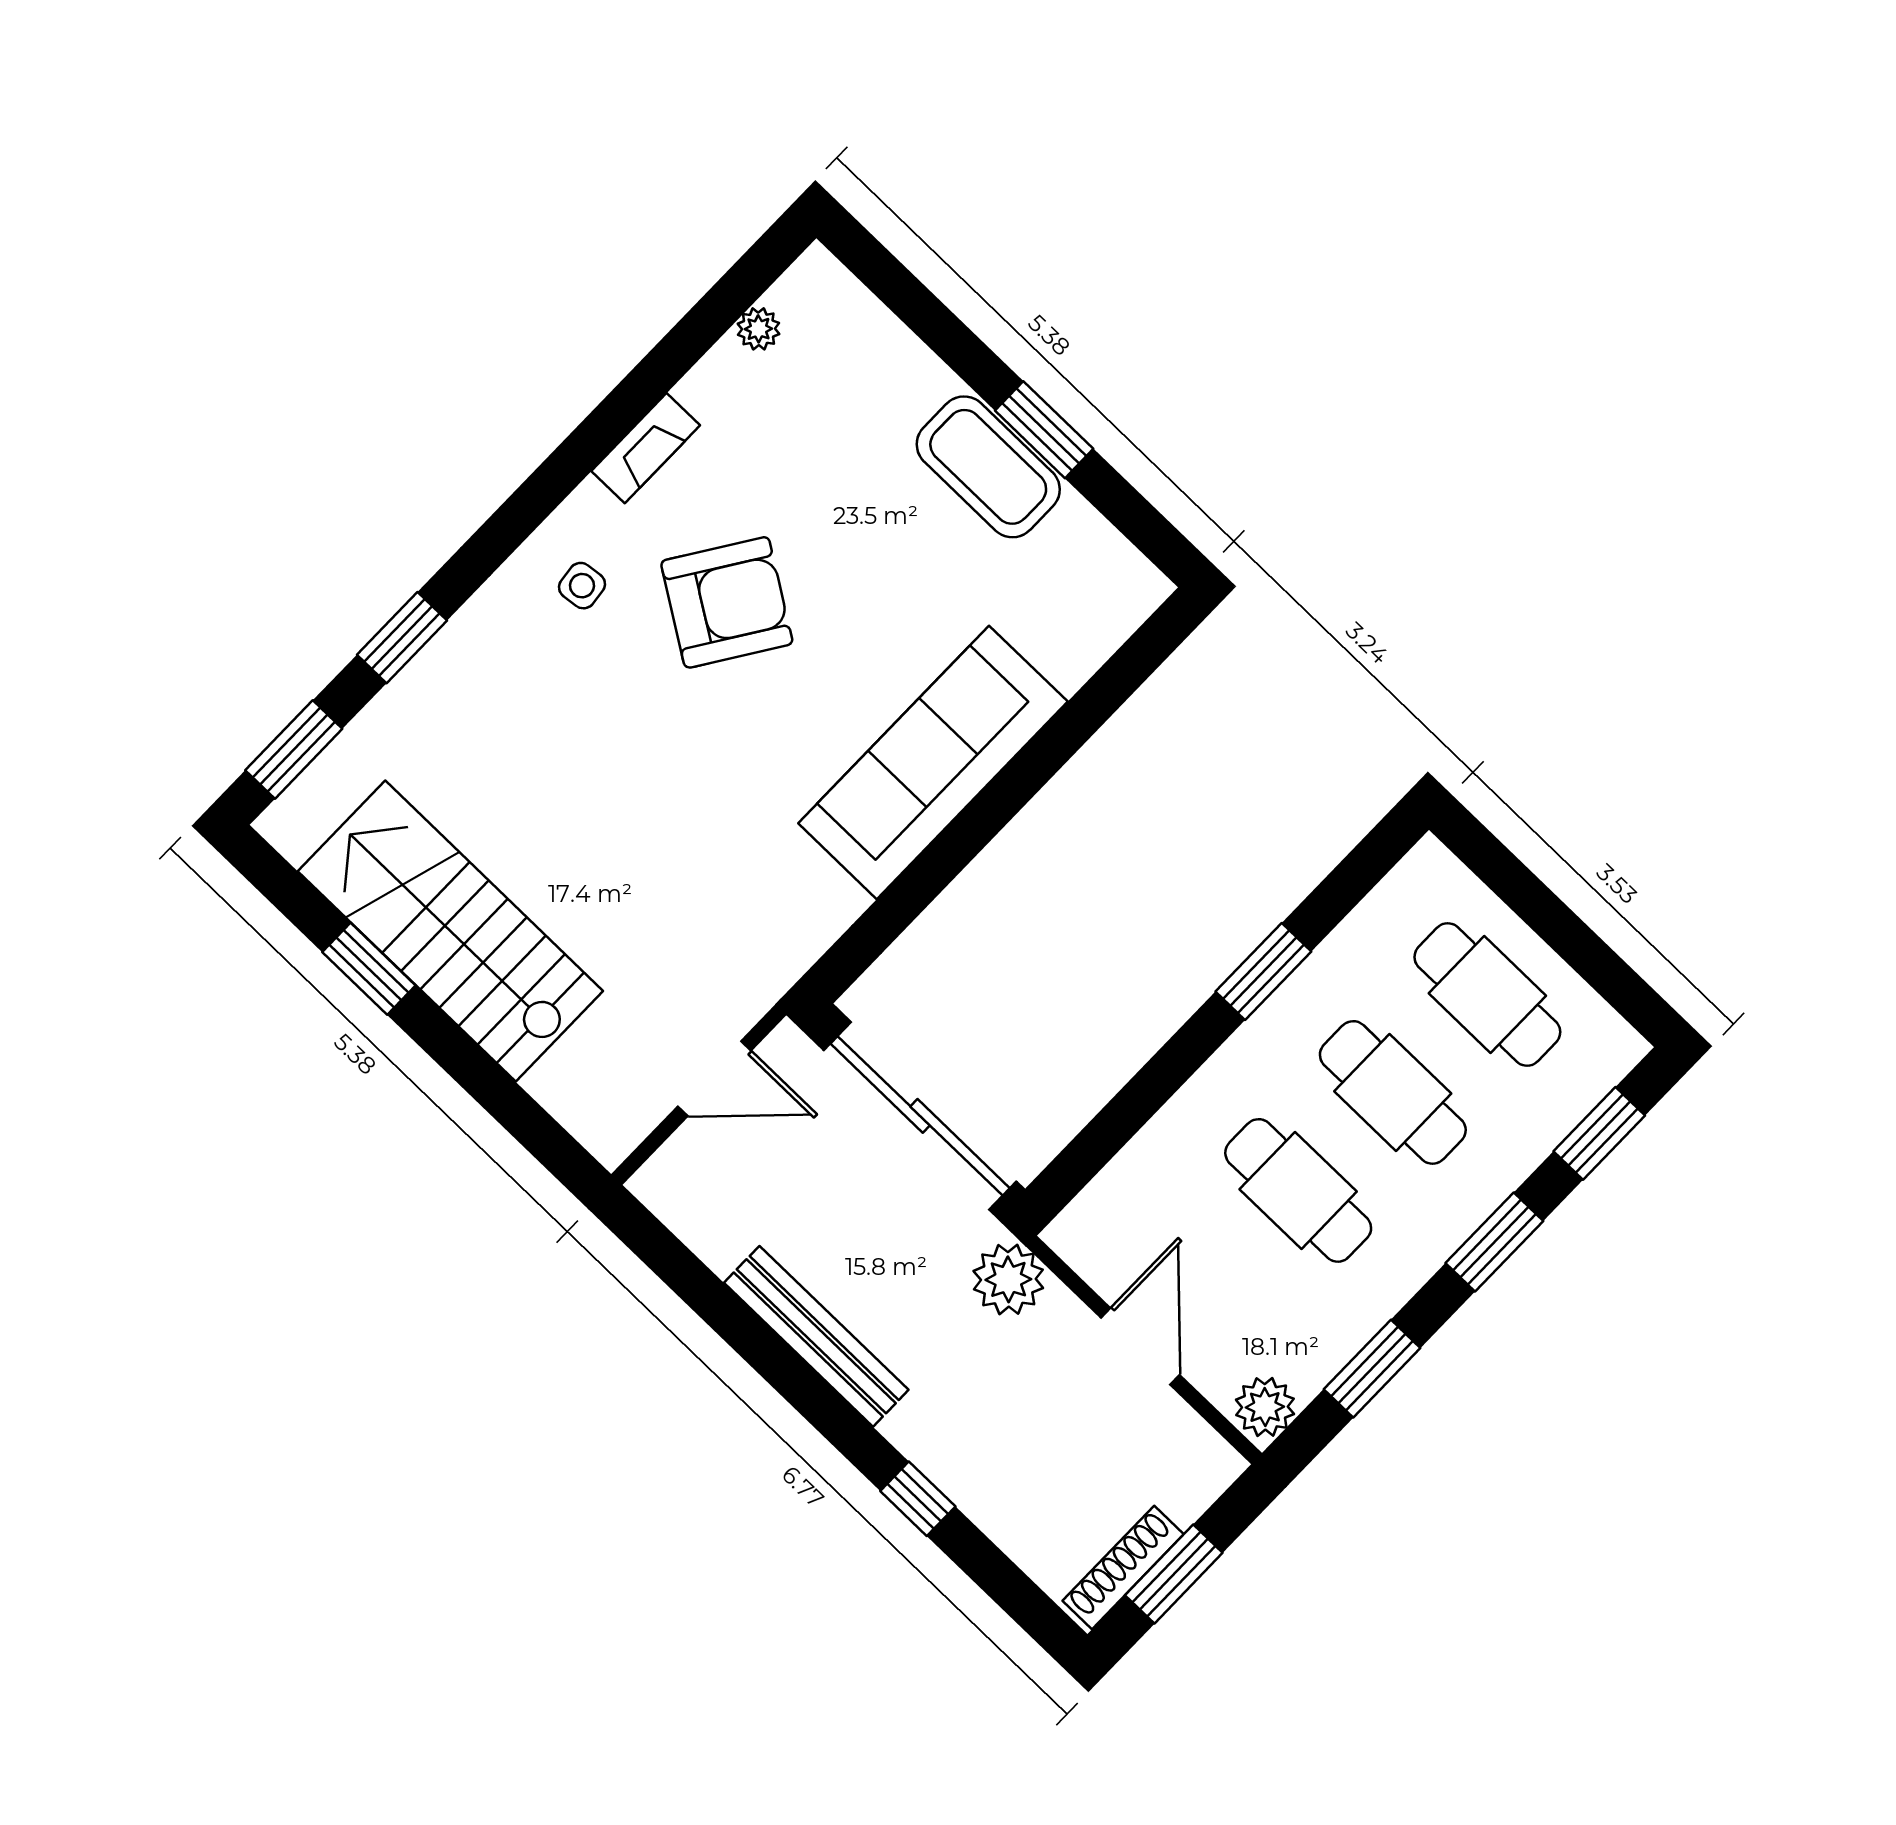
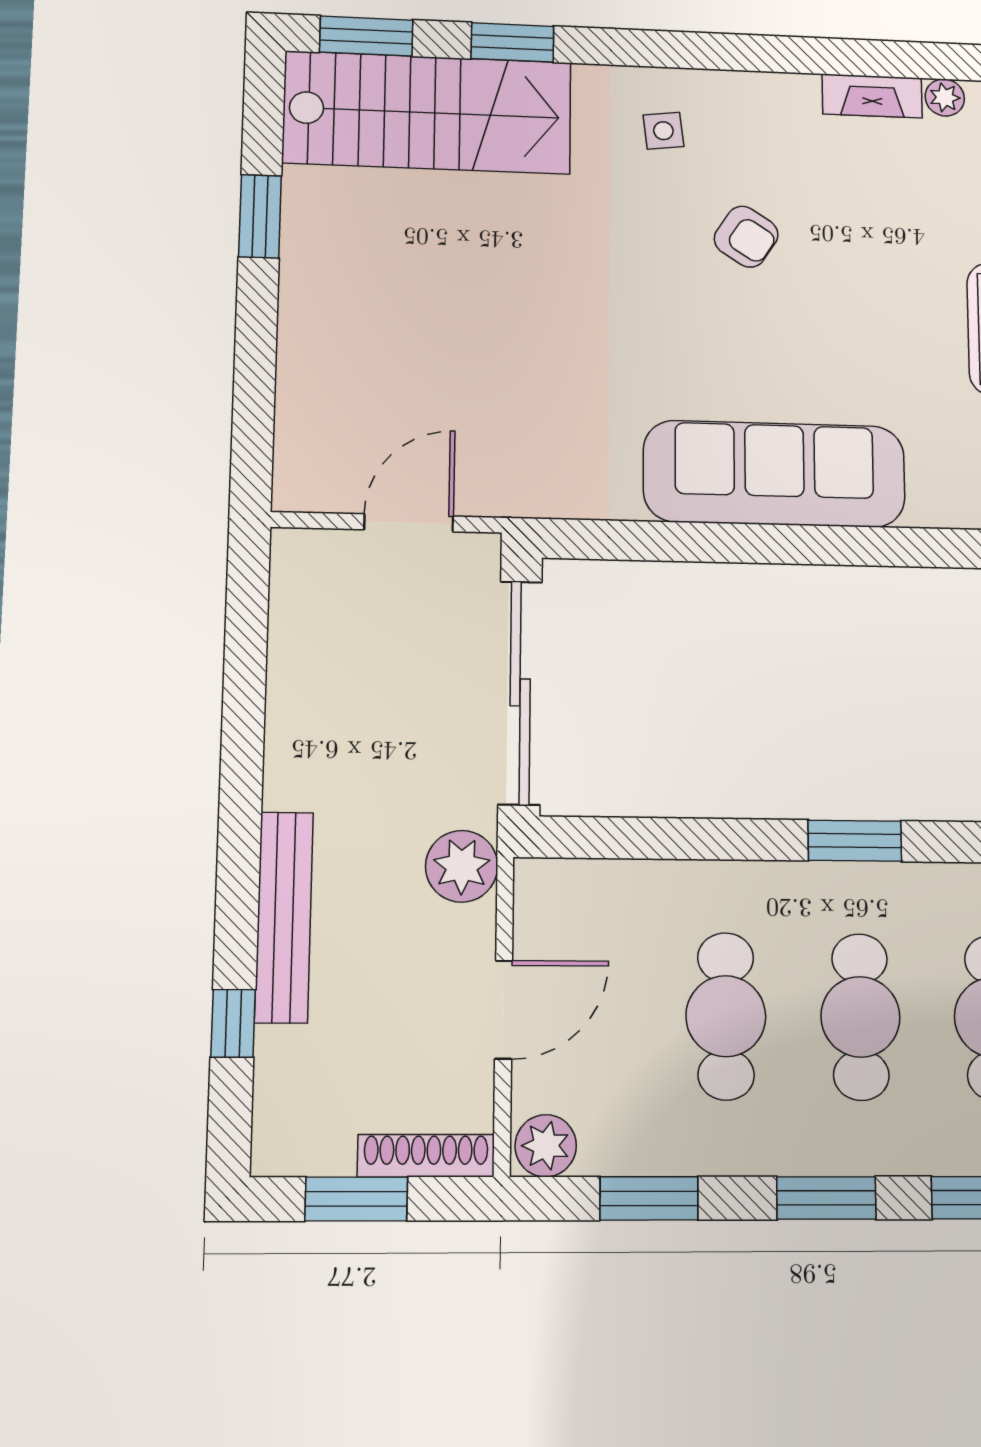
fireplace: (646, 448) -> (872, 96), moved
armchair: (727, 602) -> (746, 237), width x0.53, depth x0.53
stairs: (450, 931) -> (428, 113), moved, turned 90
door: (714, 1078) -> (409, 523), swing flipped
bench: (816, 1336) -> (284, 917), moved
window: (918, 1499) -> (233, 1023), moved
shoe rack: (1123, 1567) -> (426, 1156), moved

